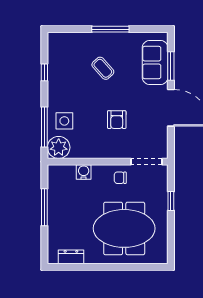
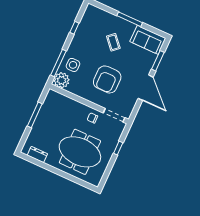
sofa: (155, 62) -> (148, 40), moved, turned -90
armchair: (117, 120) -> (107, 79), width x1.88, depth x1.88
water cooler: (84, 172) -> (70, 103), removed

